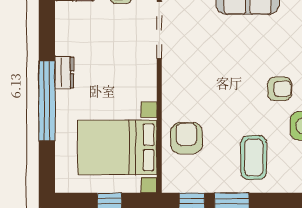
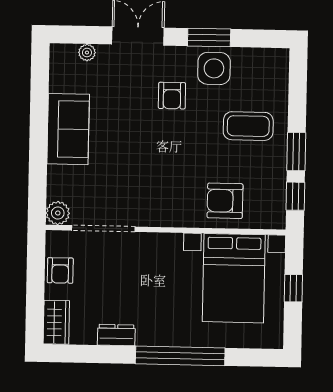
dresser: (64, 72) -> (116, 335), moved
armchair: (280, 89) -> (172, 96), turned 180

